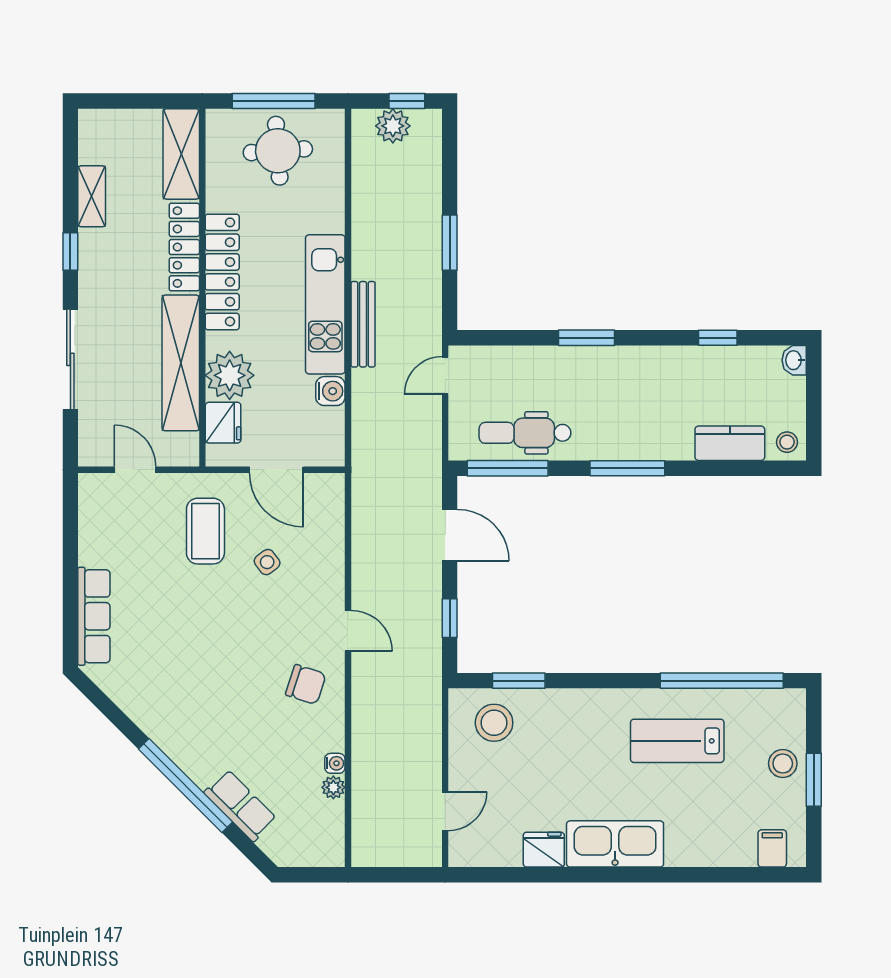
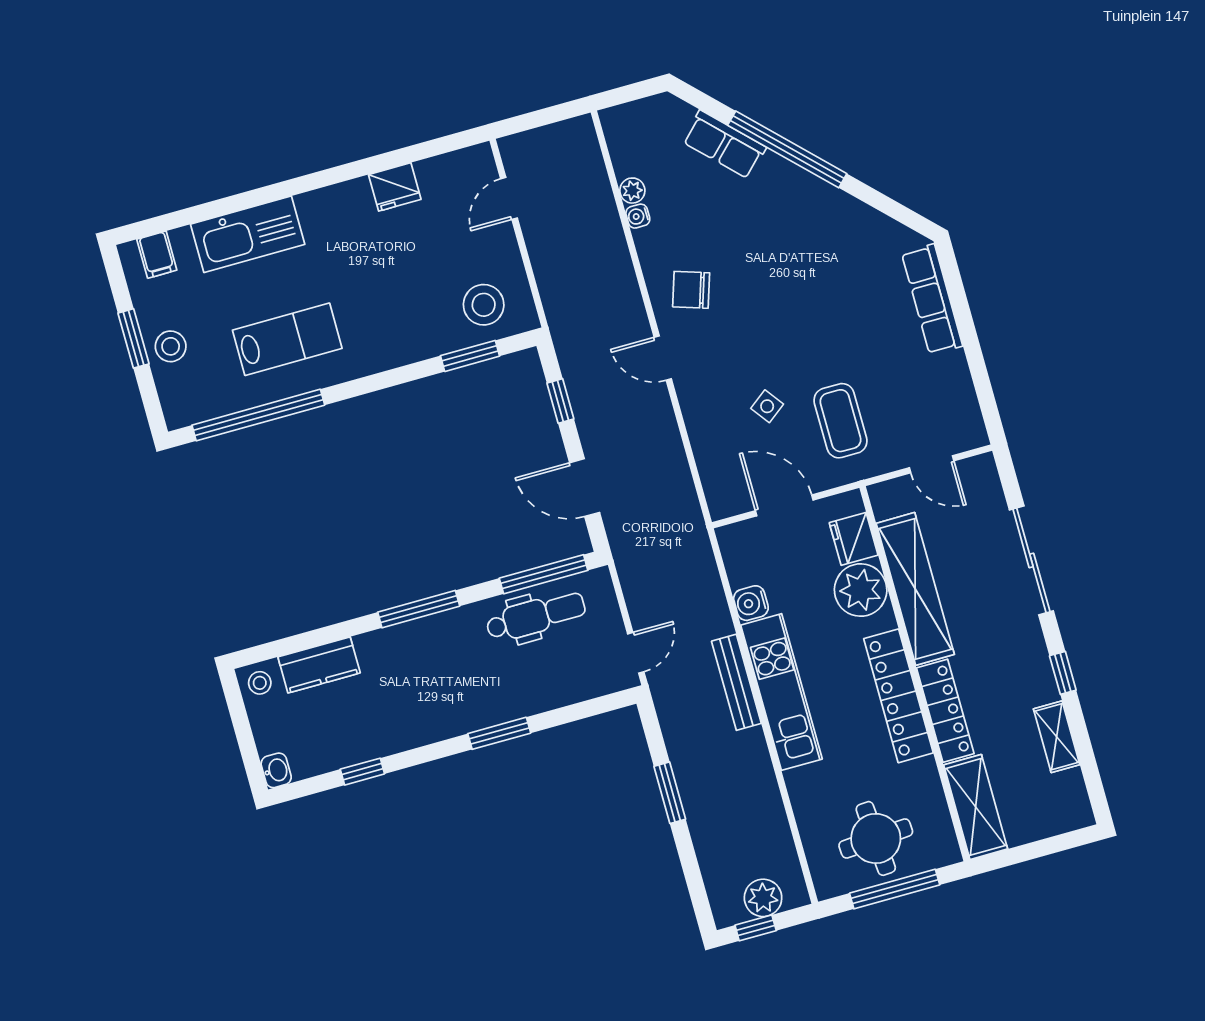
kitchen sink: (615, 844) -> (248, 234), moved

